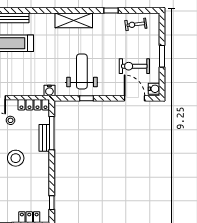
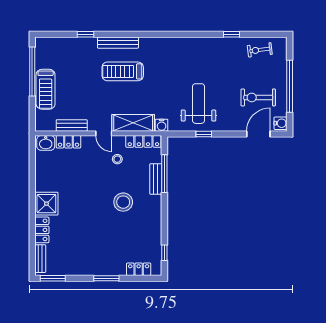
shelving: (74, 20) -> (133, 123), moved
window: (162, 56) -> (290, 86), width x2.11
door: (134, 98) -> (258, 134), hinge flipped

